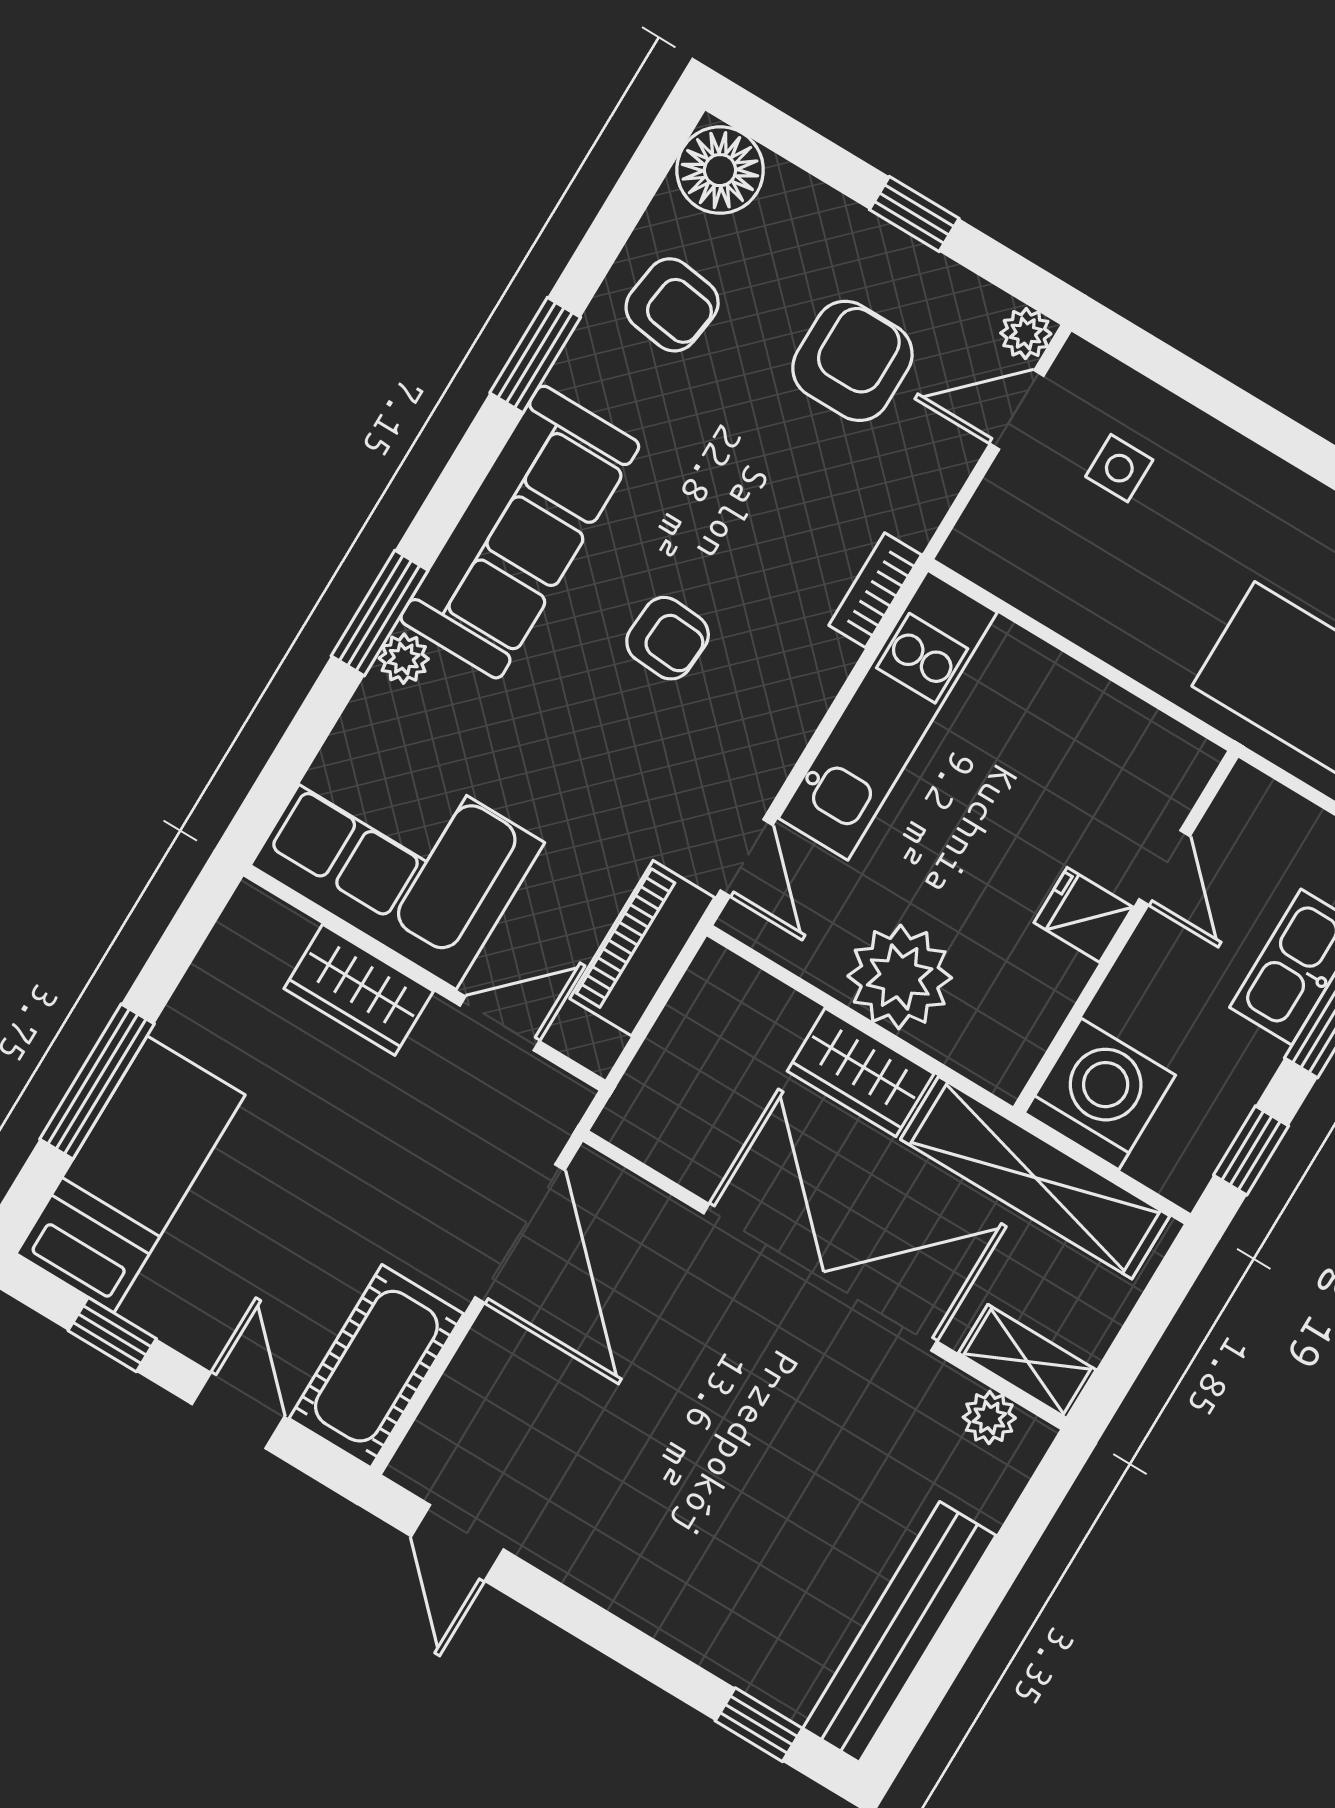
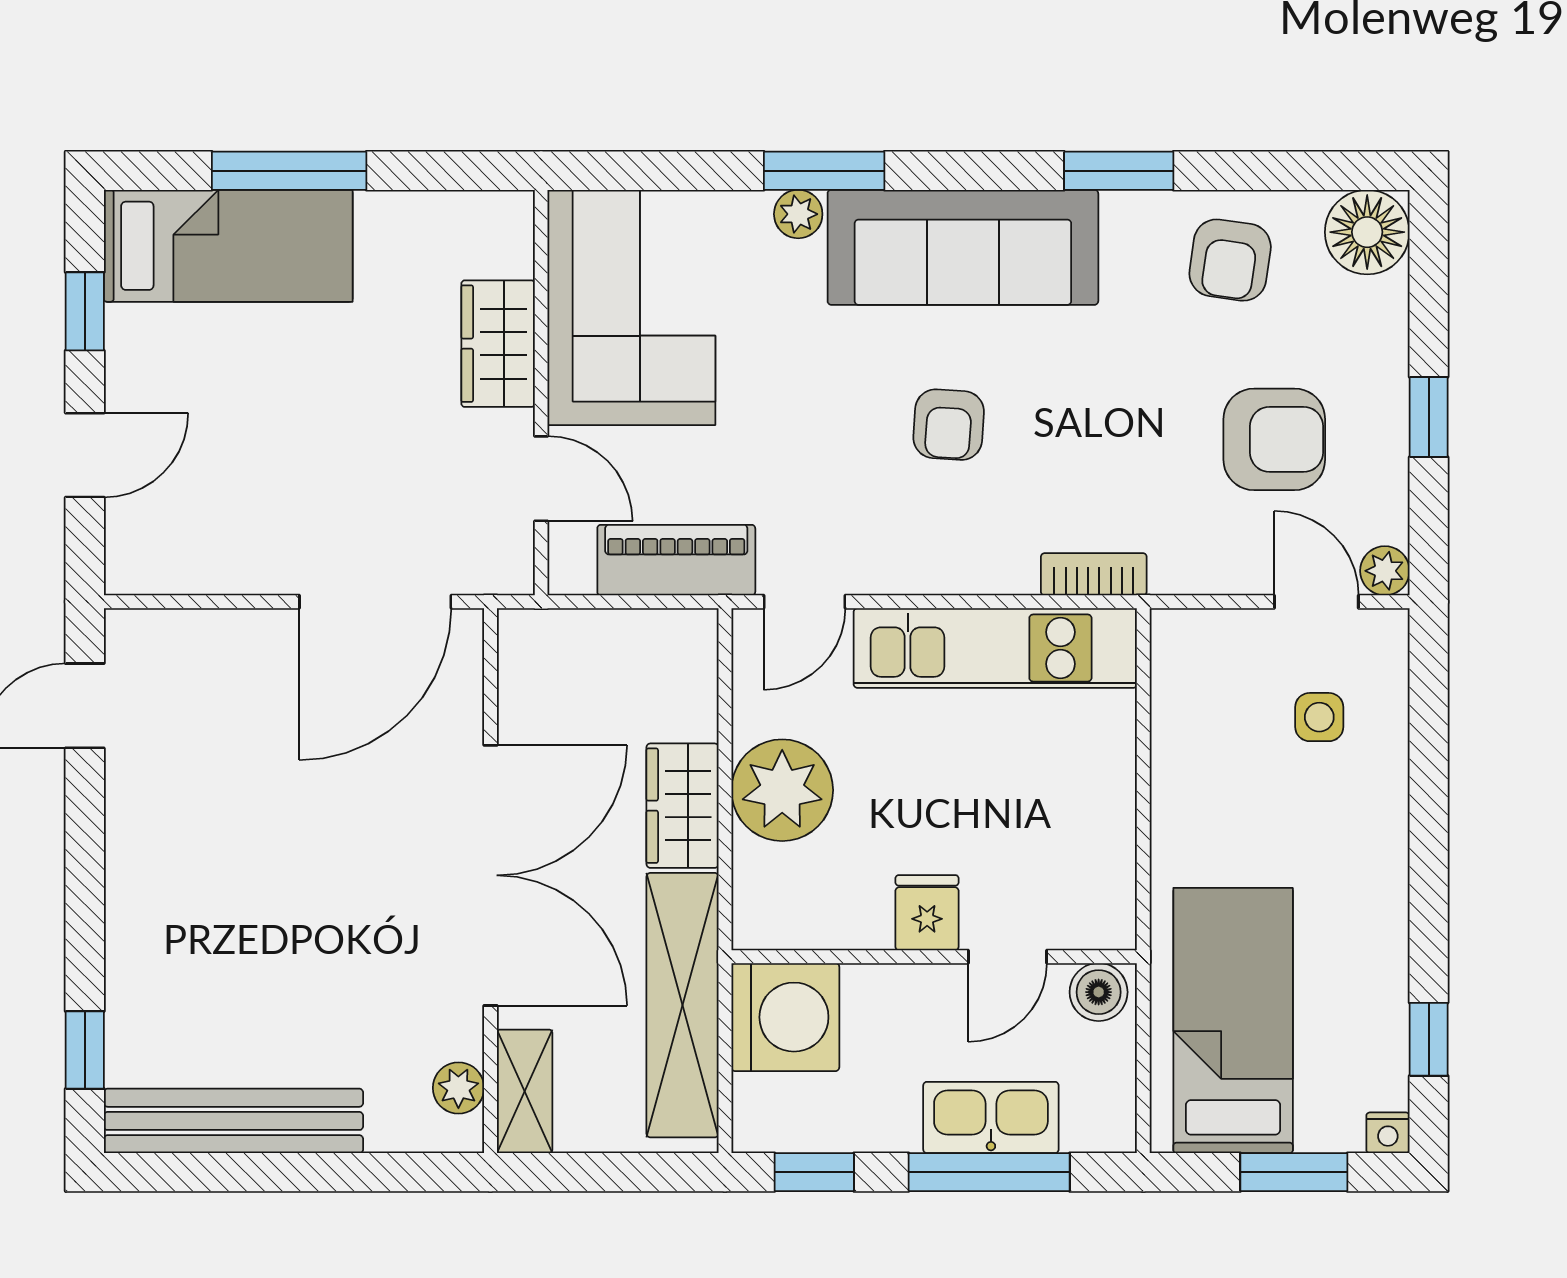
boiler: (1243, 807) -> (1099, 992), added
cot: (376, 1366) -> (192, 549), removed

